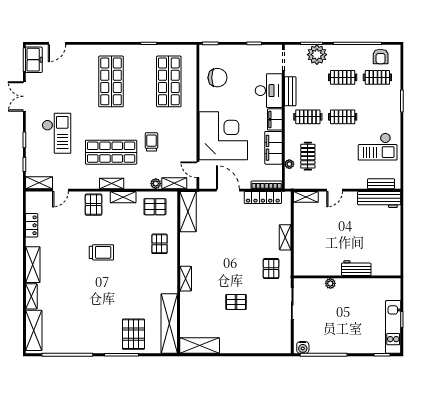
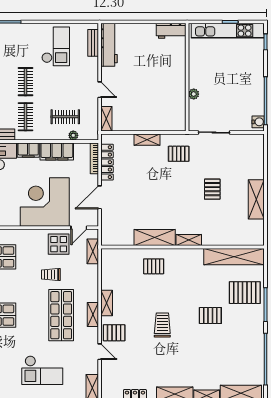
checkout: (57, 133) -> (42, 370), turned 180
display table: (181, 150) -> (59, 244), added
plant: (156, 184) -> (93, 270), removed
door: (60, 190) -> (100, 352), moved
pallet: (155, 207) -> (210, 315), moved, turned 90
shelving: (188, 212) -> (155, 238), moved
workbench: (356, 268) -> (171, 31), moved, turned -90
kitchen unit: (393, 327) -> (228, 31), width x1.36
shelving: (200, 346) -> (256, 199), moved

